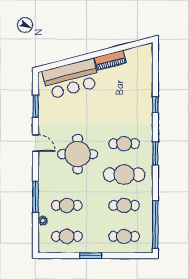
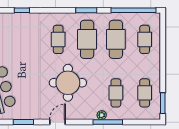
window: (155, 154) -> (86, 10), moved
cafe table: (124, 205) -> (116, 39), width x1.37, depth x1.35
plant: (43, 221) -> (102, 115), moved
window: (90, 256) -> (163, 103), moved

